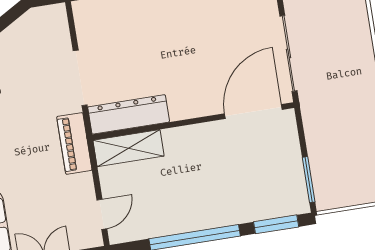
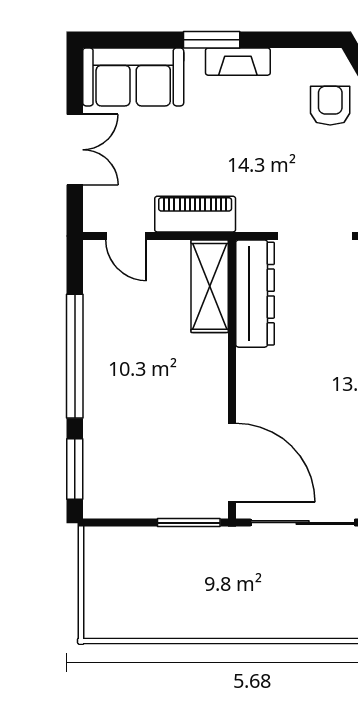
piano: (74, 143) -> (195, 214), moved
window: (309, 180) -> (189, 523), moved

